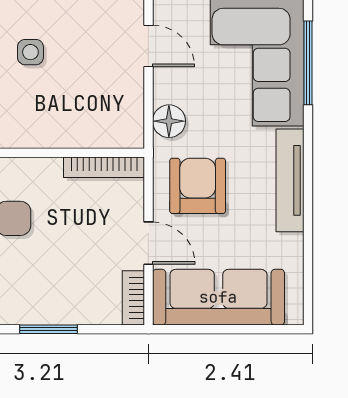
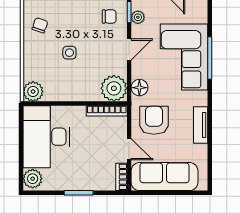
door: (148, 46) -> (129, 49), hinge flipped
plant: (118, 123) -> (114, 88), added
tv unit: (290, 180) -> (201, 125), width x0.71

